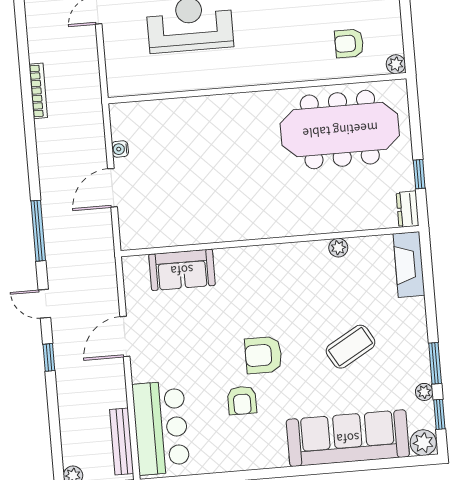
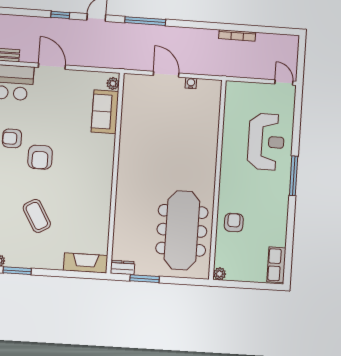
armchair: (349, 43) -> (234, 223), moved
window: (419, 174) -> (145, 279), width x1.50
plant: (338, 248) -> (113, 84), moved
door: (125, 337) -> (52, 66), moved
armchair: (263, 355) -> (40, 157), turned 180

